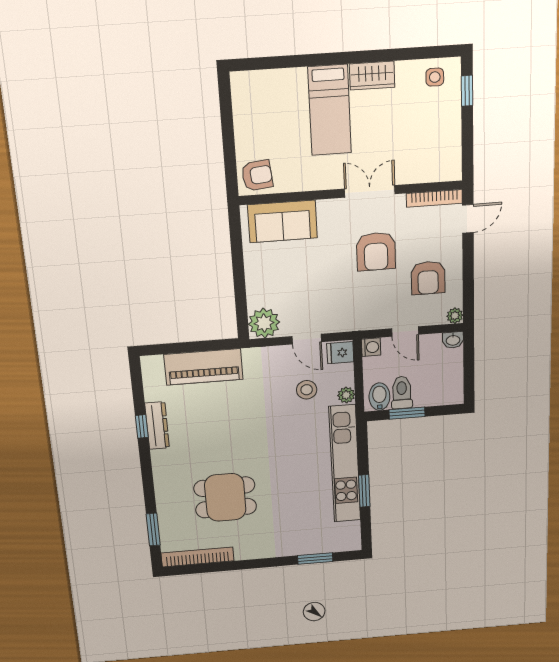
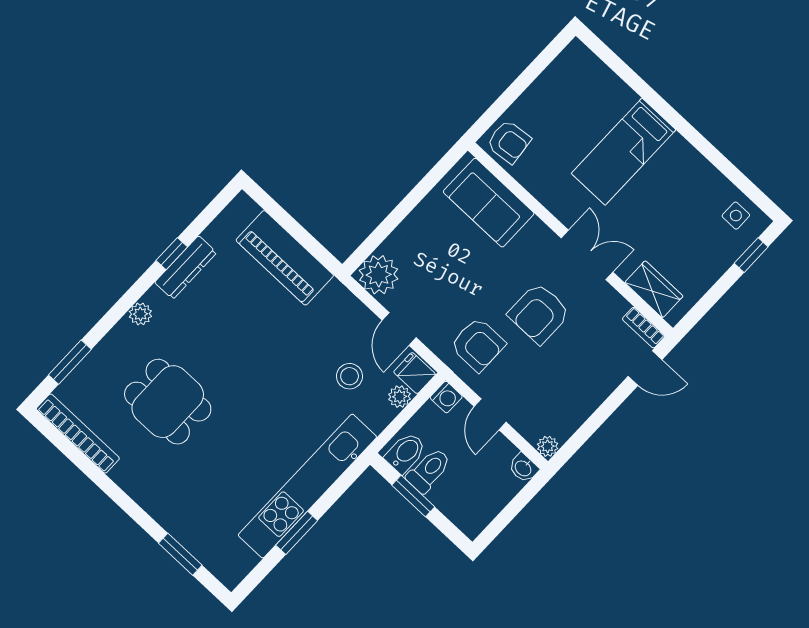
wardrobe: (372, 76) -> (654, 289), moved, turned 180
bookcase: (434, 198) -> (644, 328), width x0.64
armchair: (428, 278) -> (478, 345), moved, turned -90
plant: (346, 395) -> (400, 397), moved
plant: (161, 471) -> (140, 314), added

